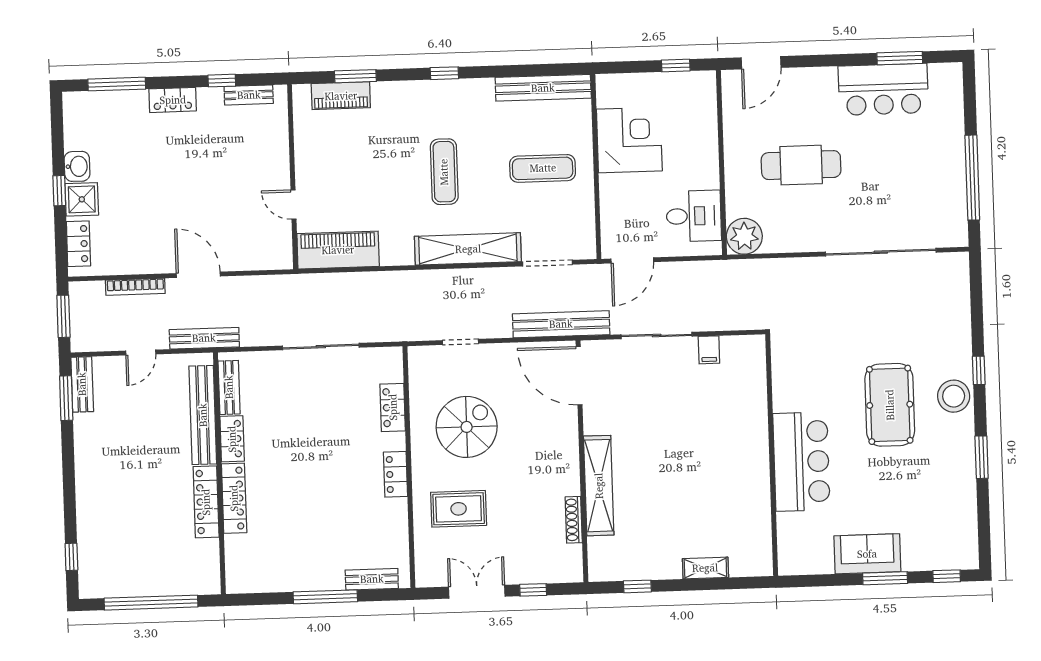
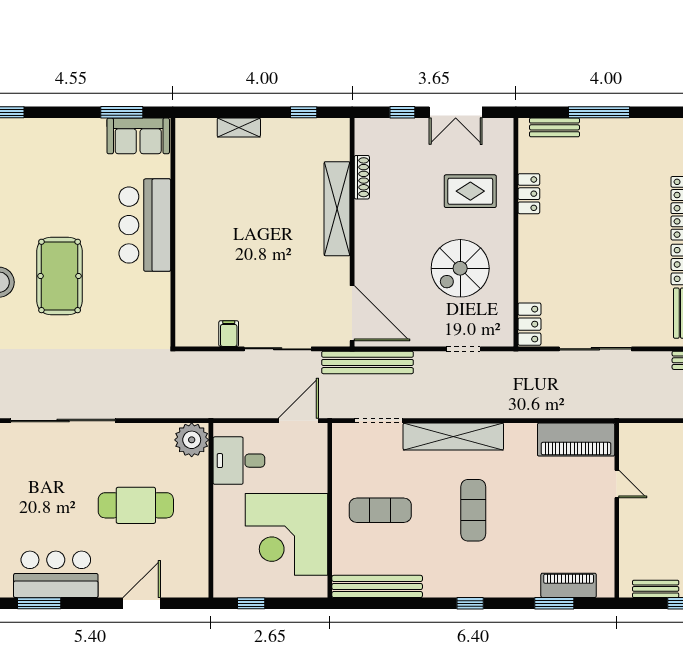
door: (761, 63) -> (142, 603), moved
corner desk: (629, 140) -> (286, 534), width x1.36, depth x1.36
locker: (393, 407) -> (529, 324), moved
locker: (395, 474) -> (529, 194), moved
sofa: (867, 554) -> (138, 136), moved
window: (885, 578) -> (122, 112), moved

